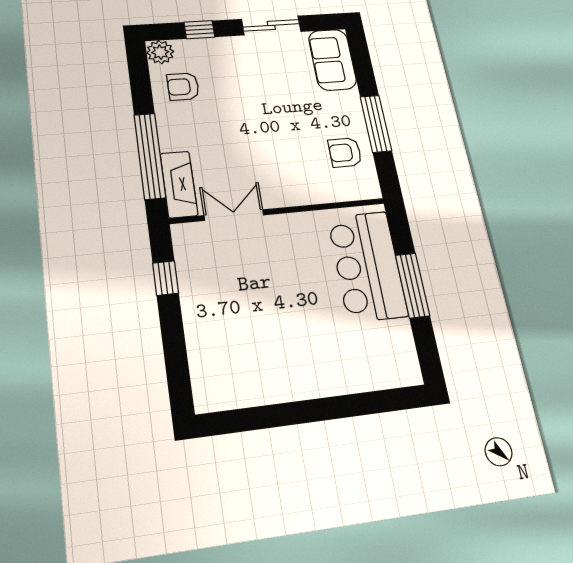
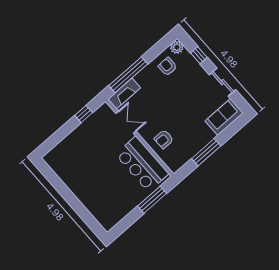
armchair: (345, 153) -> (164, 139), moved, turned -90
bar counter: (367, 266) -> (142, 164), moved, turned -90
window: (412, 285) -> (152, 200), moved

